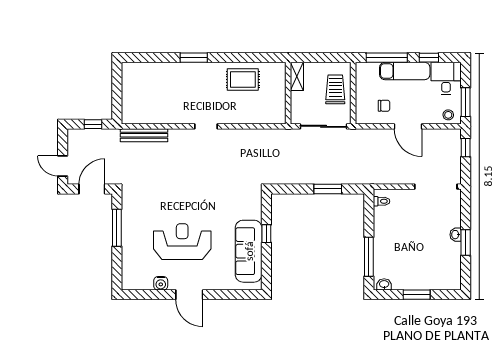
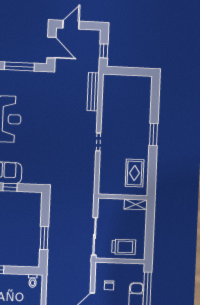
shelving: (297, 76) -> (136, 204), moved
wall: (288, 93) -> (123, 197), moved

